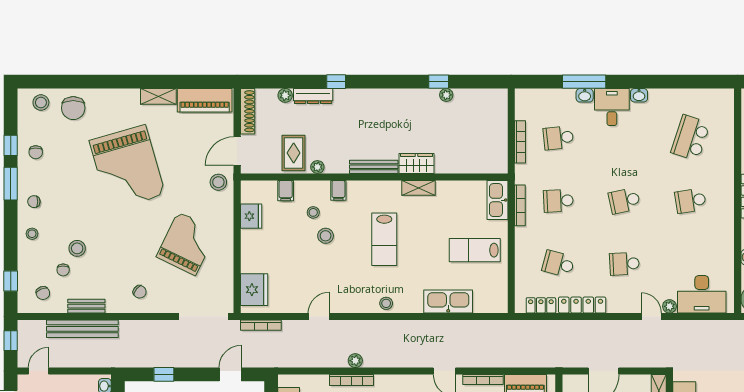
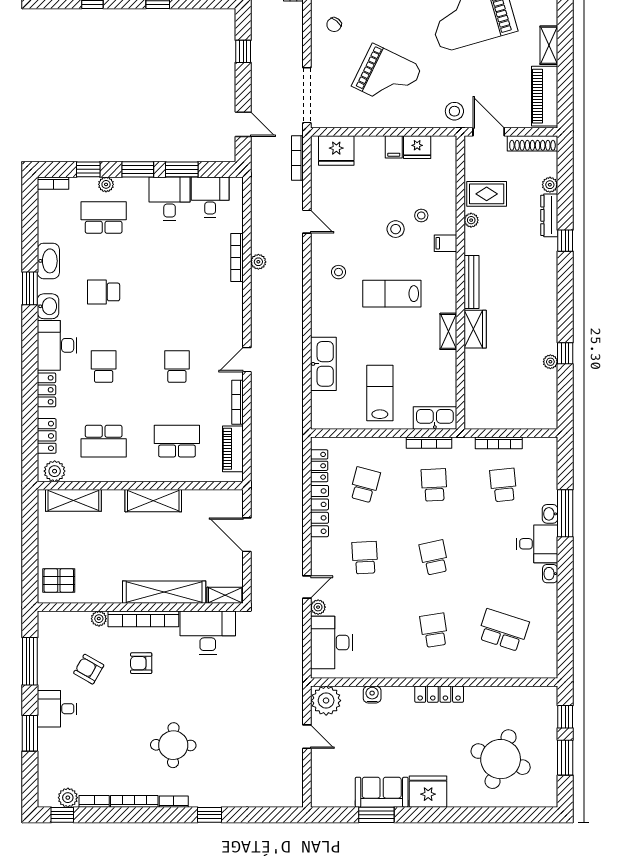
filing cabinet: (286, 191) -> (394, 147), moved, turned -90
stool: (386, 303) -> (338, 272), moved

